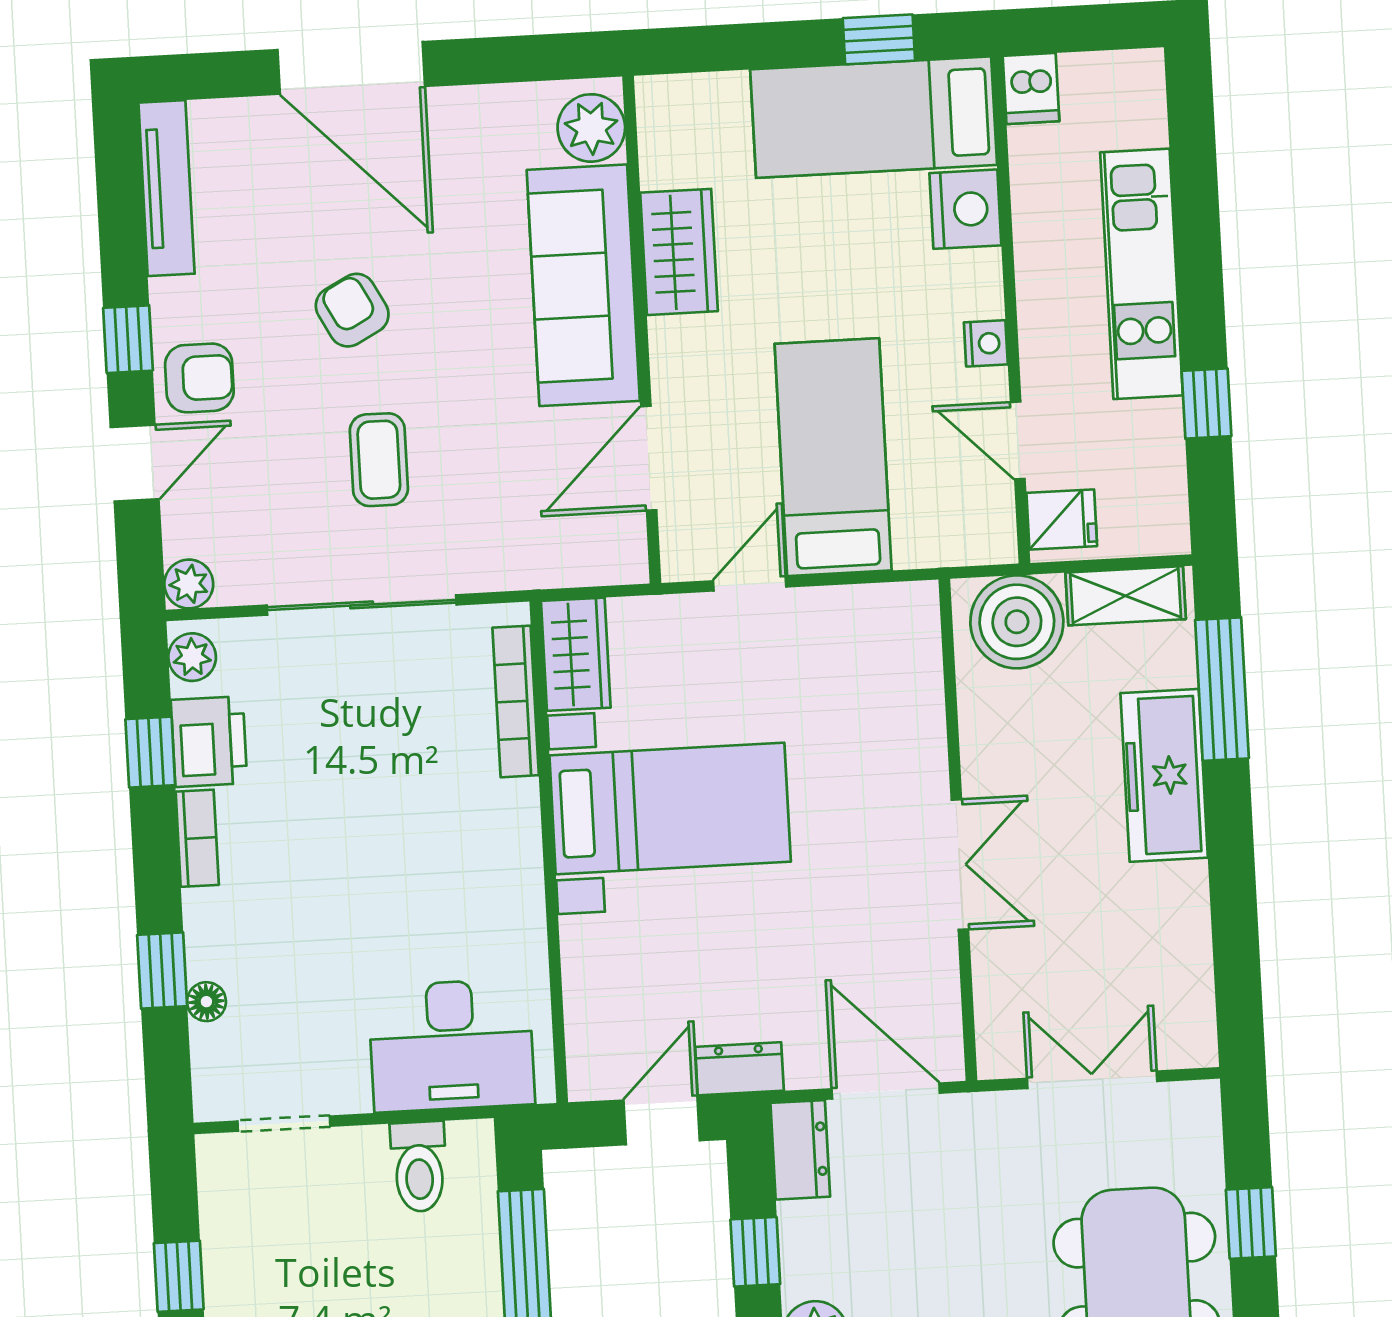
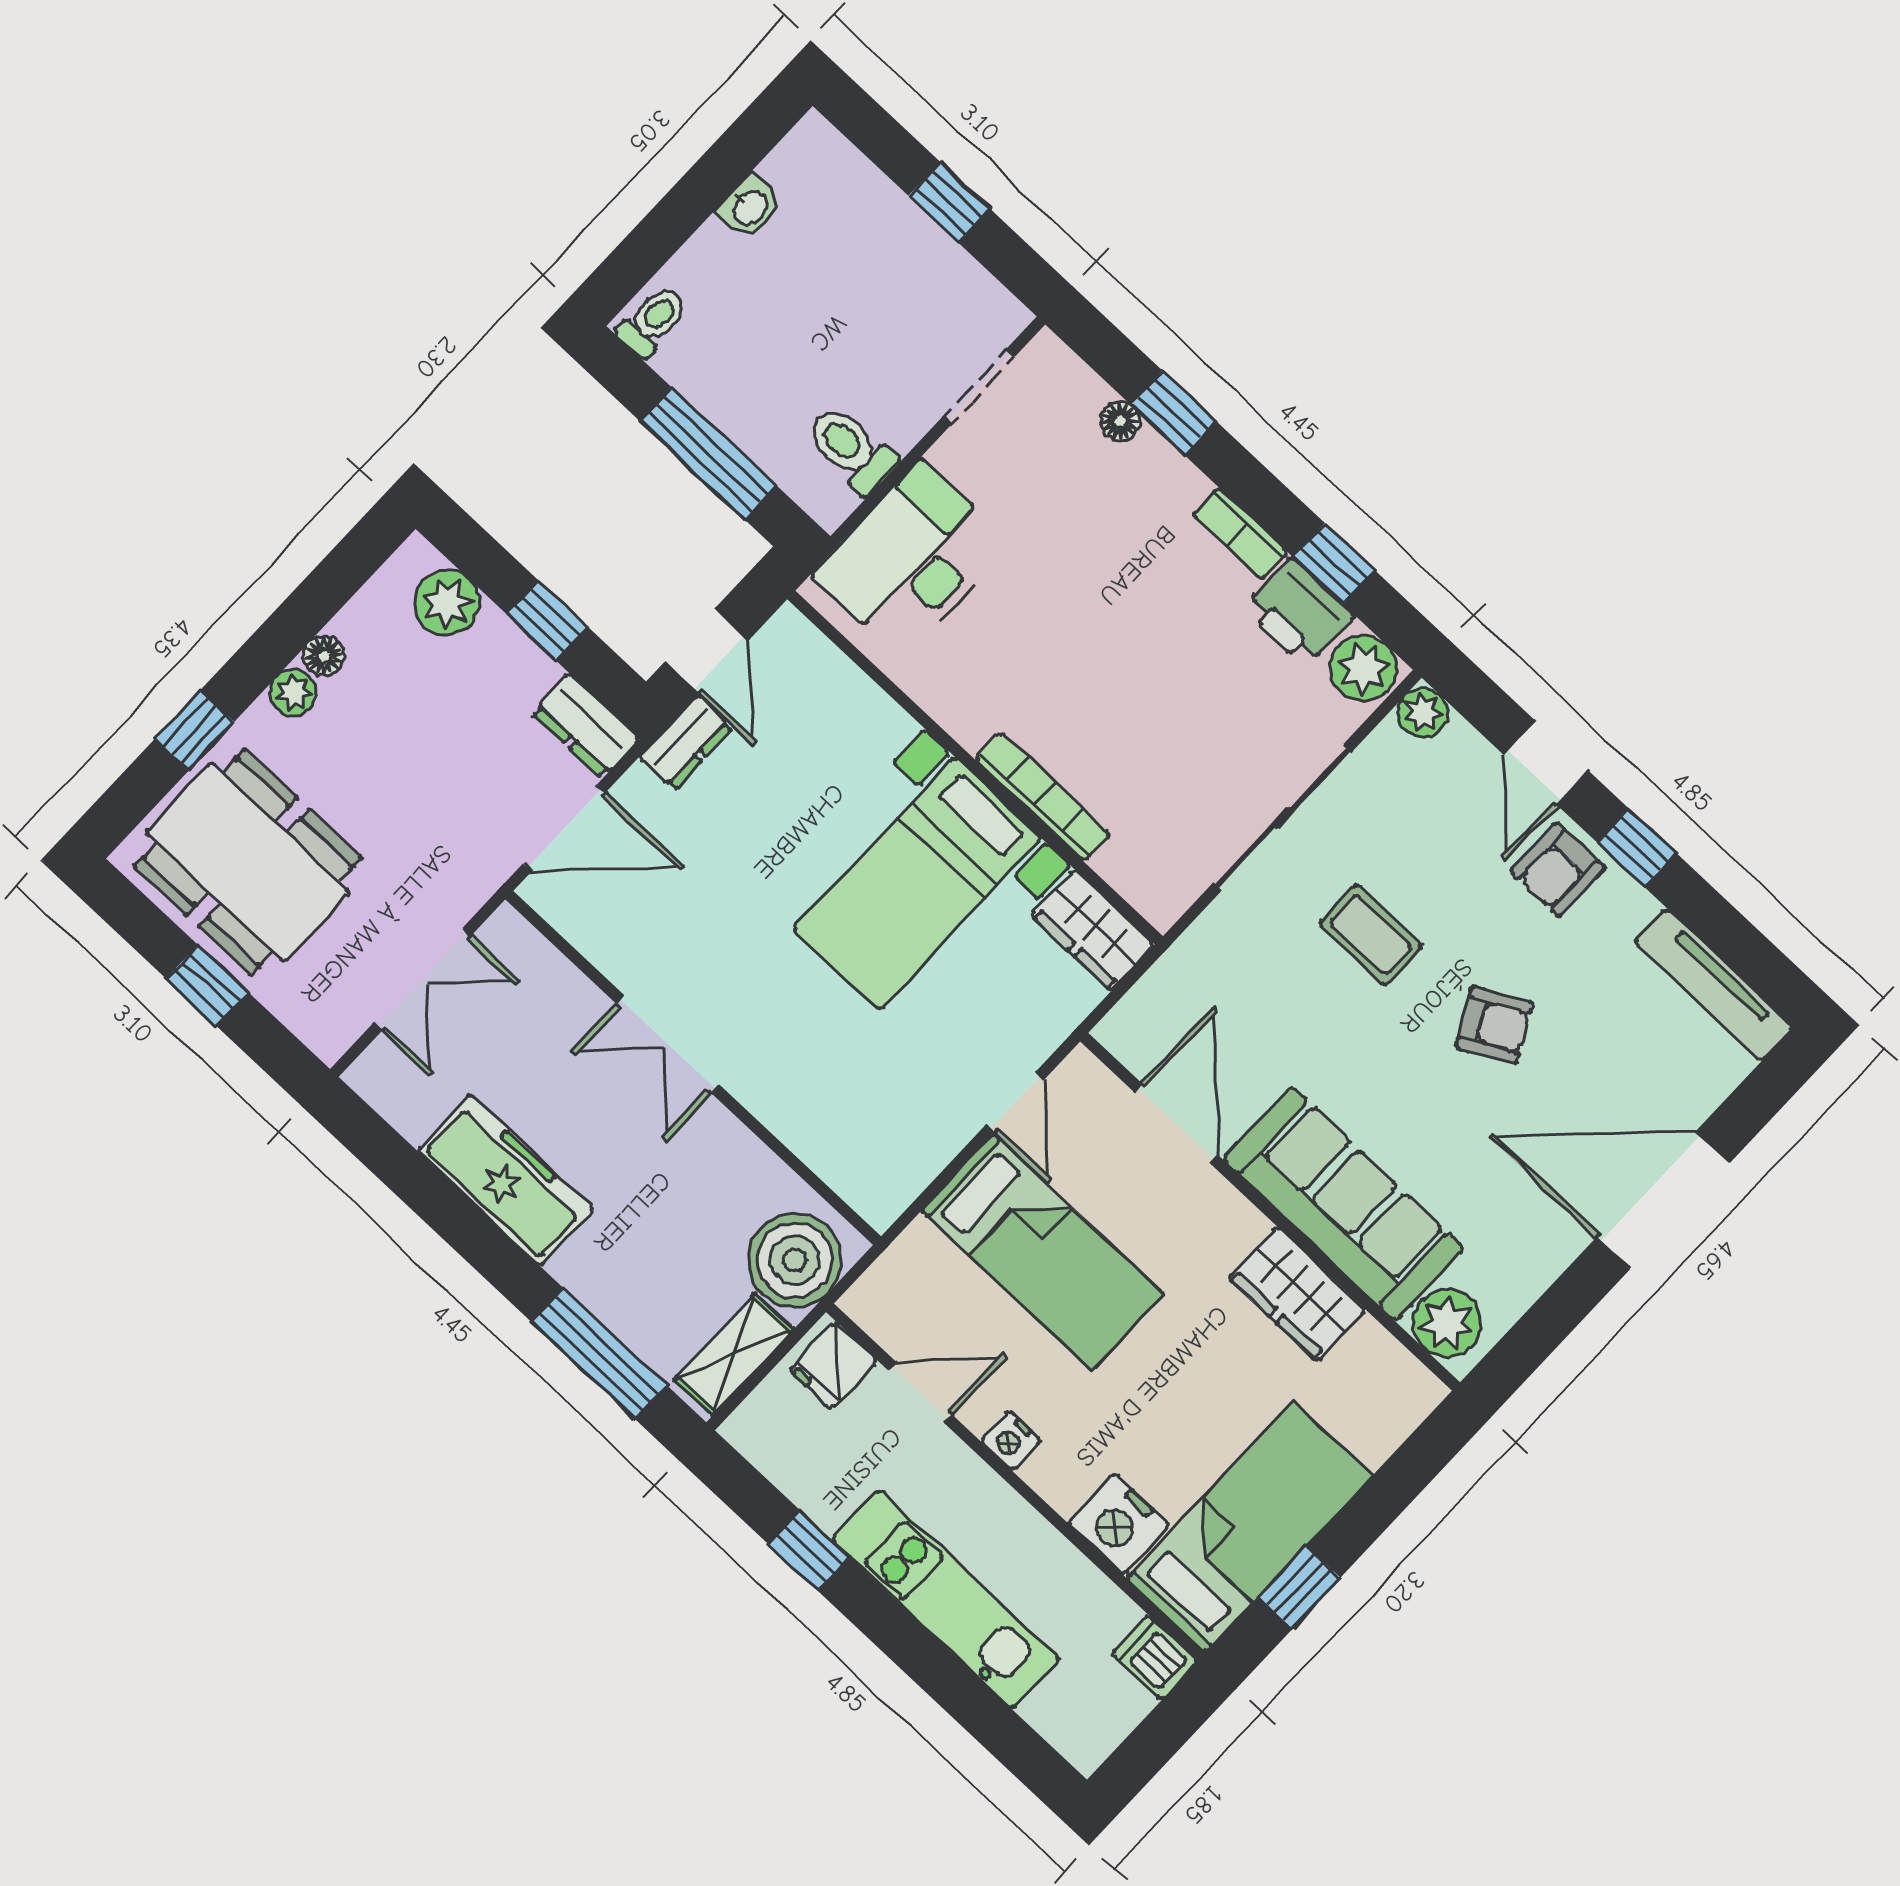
plant: (192, 657) -> (1363, 668), width x1.38, depth x1.38
bookcase: (516, 701) -> (1043, 797), moved
freezer: (1164, 775) -> (506, 1180), moved

